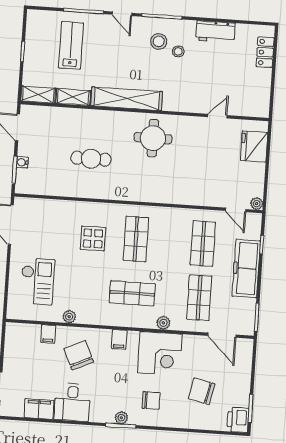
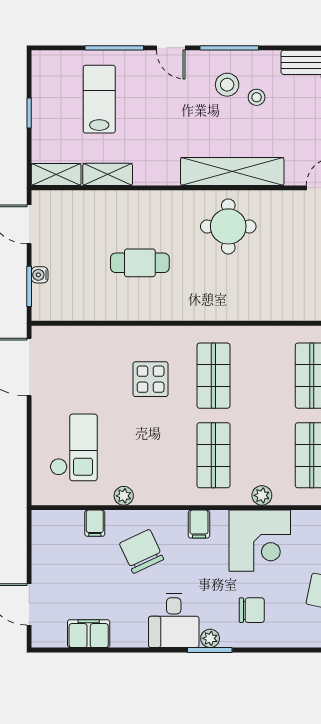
shelving: (127, 99) -> (232, 171), moved
shop shelf: (132, 293) -> (213, 455), turned 90
desk: (72, 402) -> (174, 621), moved

